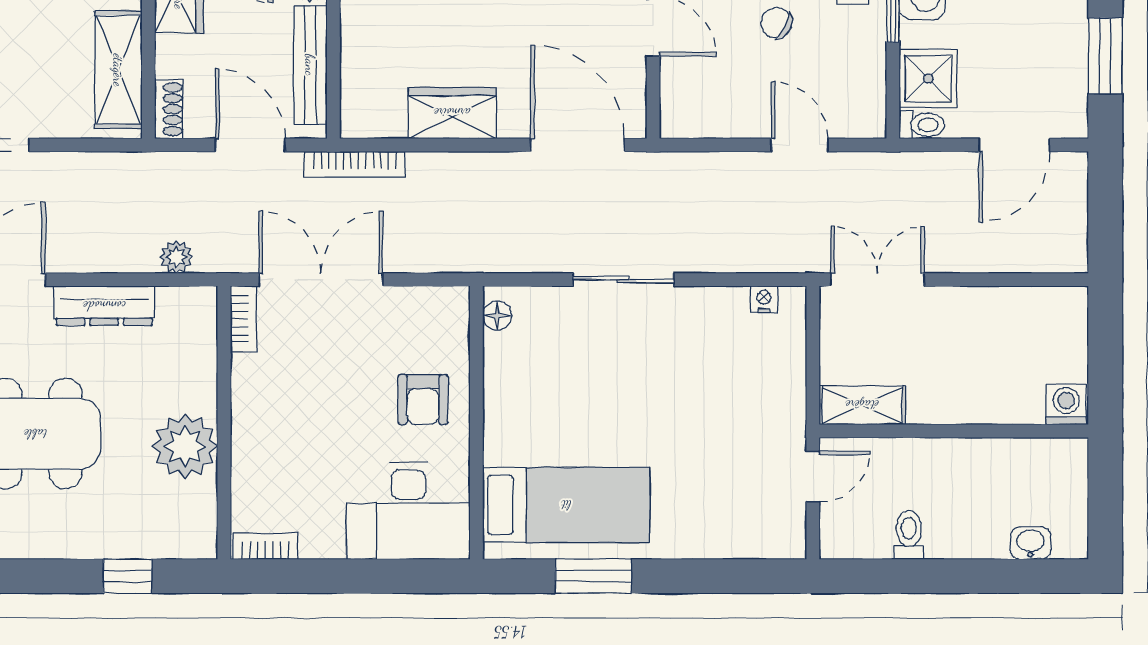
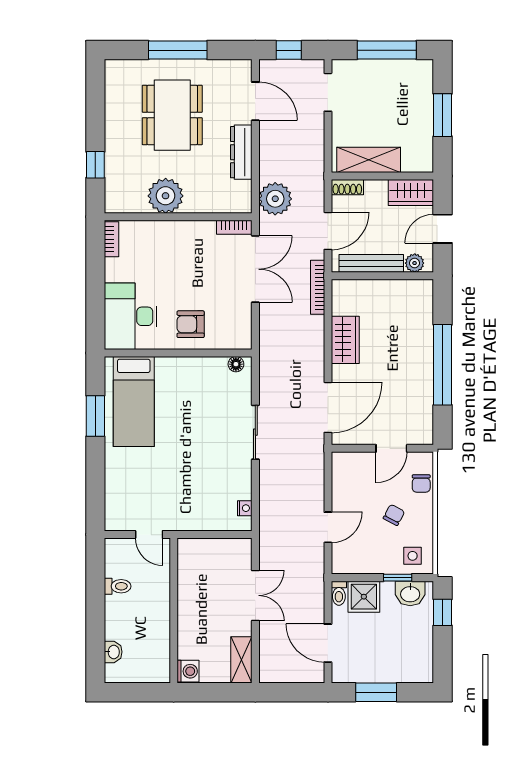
plant: (176, 257) -> (275, 199), width x1.88, depth x1.88
double door: (877, 280) -> (255, 595), moved
shelving: (862, 405) -> (241, 660), moved

